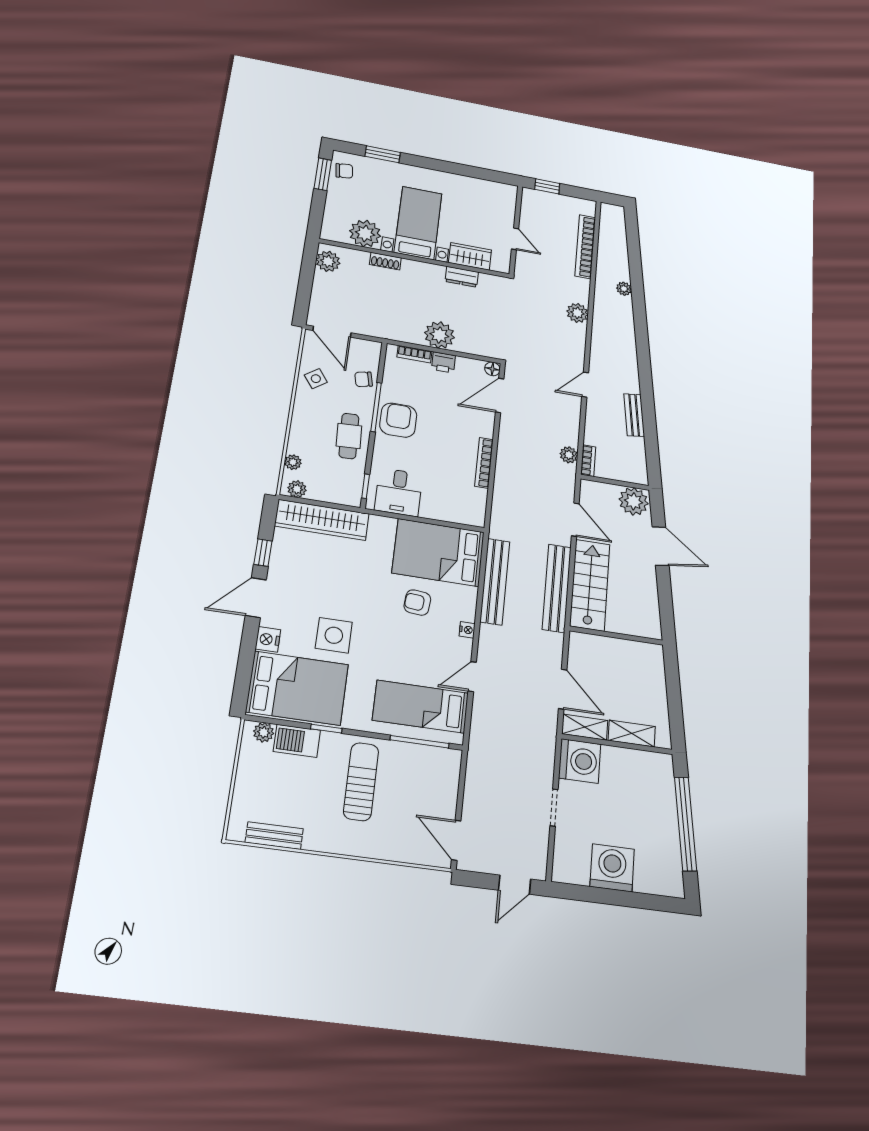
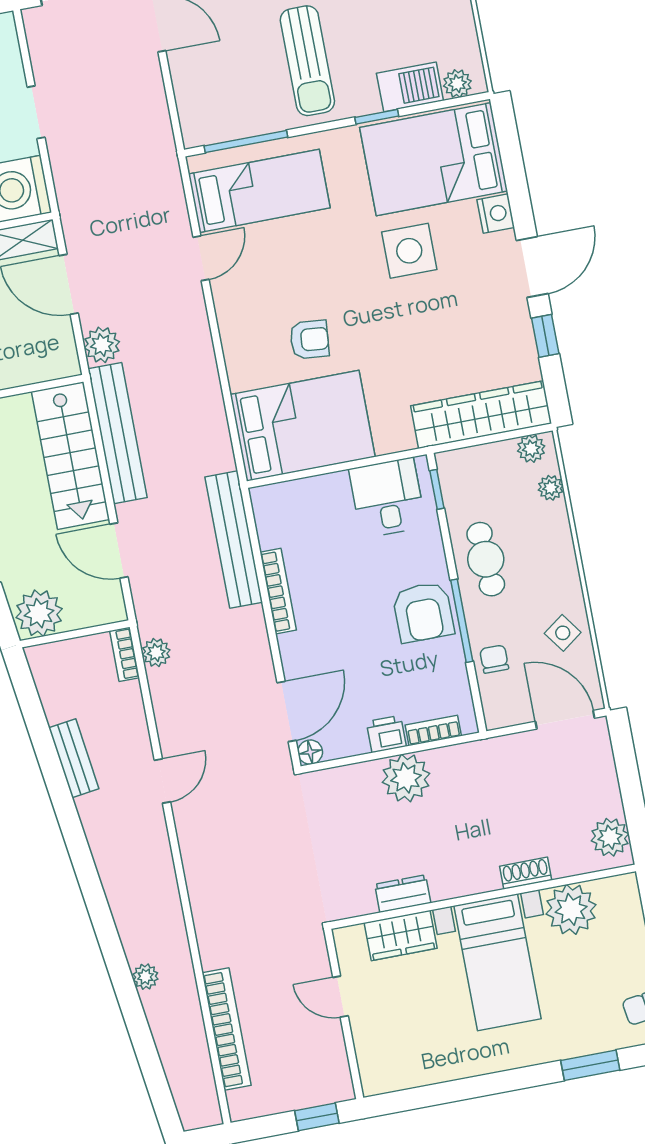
plant: (577, 313) -> (102, 345), moved
chair: (364, 379) -> (494, 659), turned -77
bench: (495, 581) -> (234, 540), moved
nightstand: (467, 630) -> (228, 324), removed

